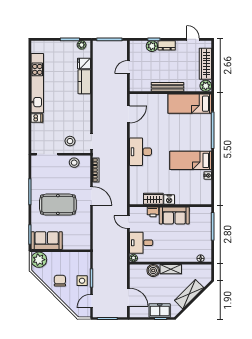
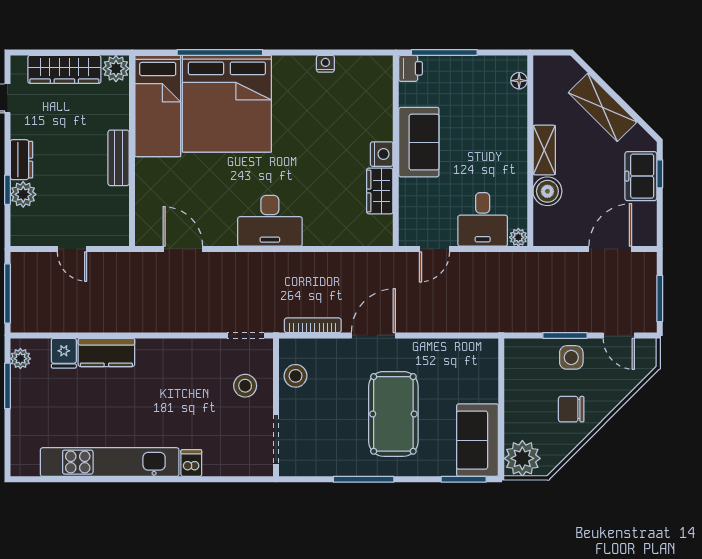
bench: (167, 87) -> (119, 158), width x0.73
bed: (191, 160) -> (227, 104), moved, width x2.04
printer: (153, 212) -> (411, 68), moved

